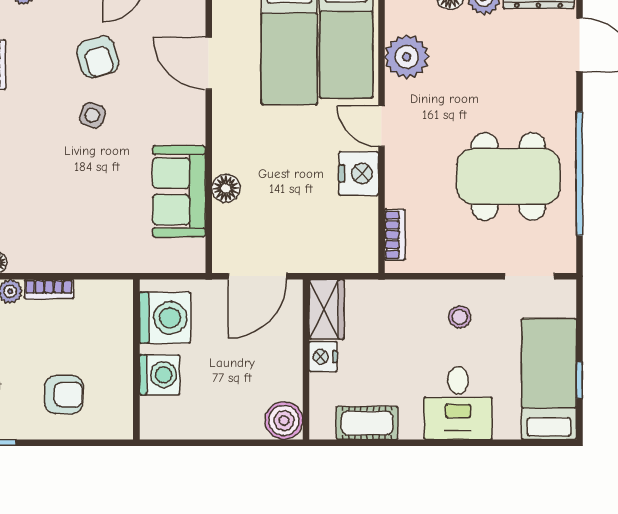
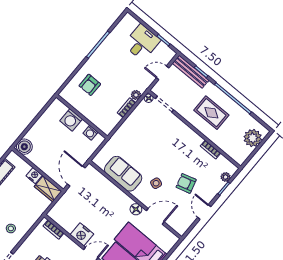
side table: (92, 115) -> (156, 183), moved
floor lamp: (226, 188) -> (136, 209), moved
washing machine: (165, 318) -> (91, 133), width x0.53, depth x0.53

